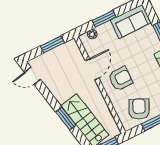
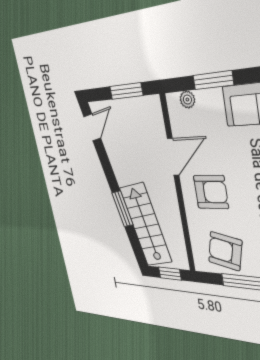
door: (33, 76) -> (92, 127), swing flipped
armchair: (139, 109) -> (225, 251), turned -102

